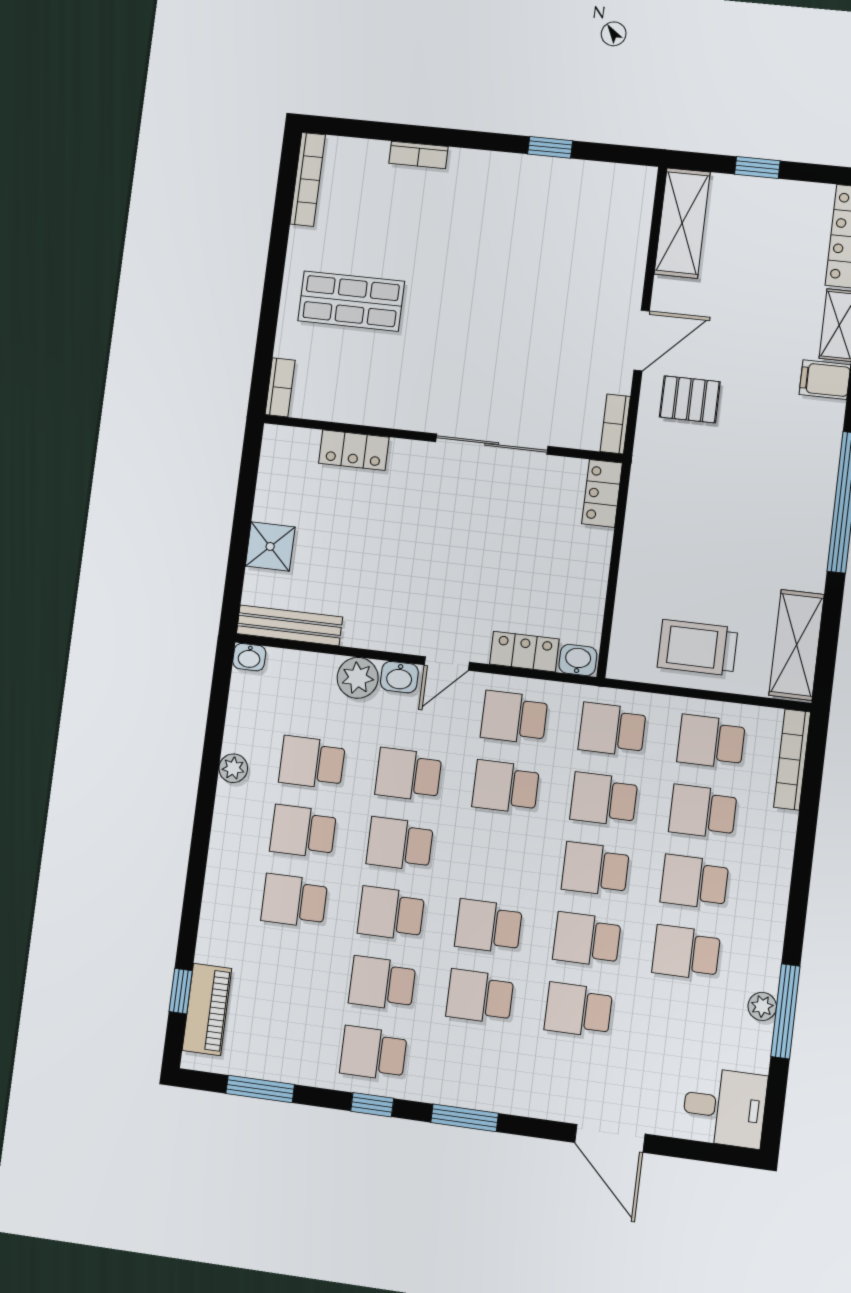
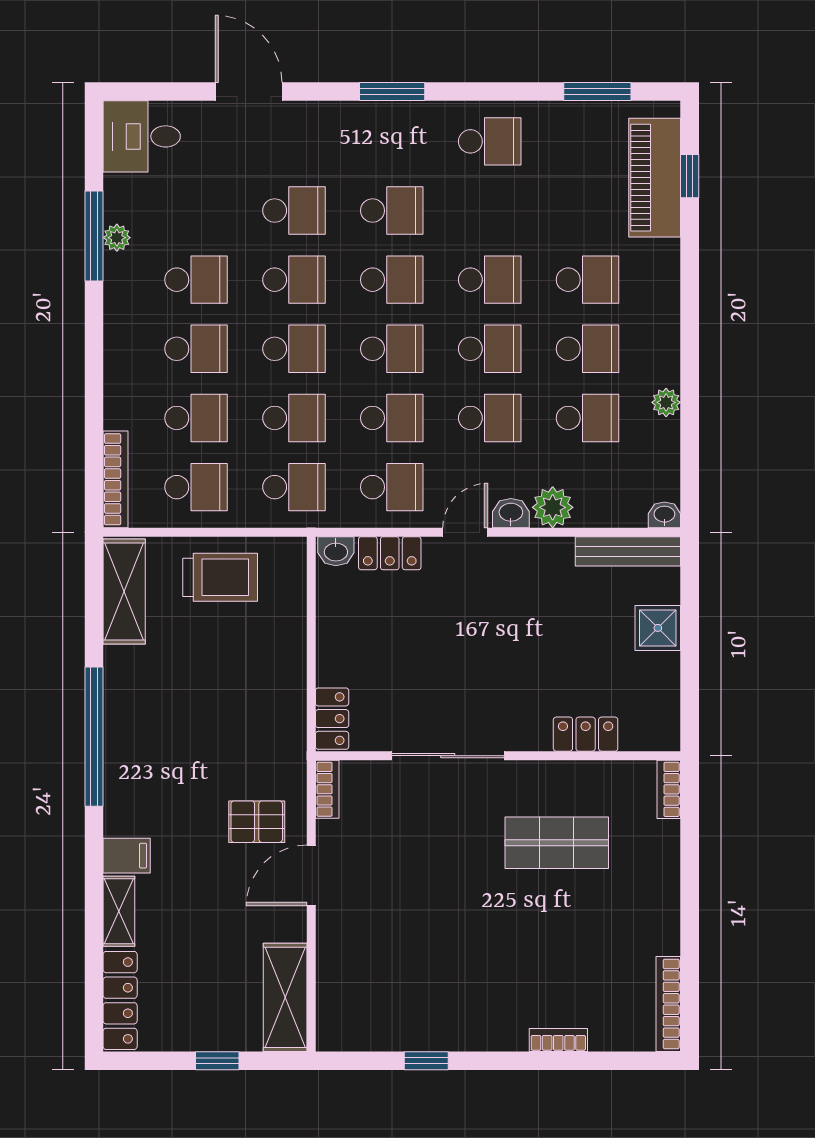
shop shelf: (351, 301) -> (557, 843), moved
school desk: (382, 983) -> (392, 349), moved
piano: (207, 1009) -> (655, 178), width x1.37, depth x1.33
window: (372, 1105) -> (484, 92), removed

